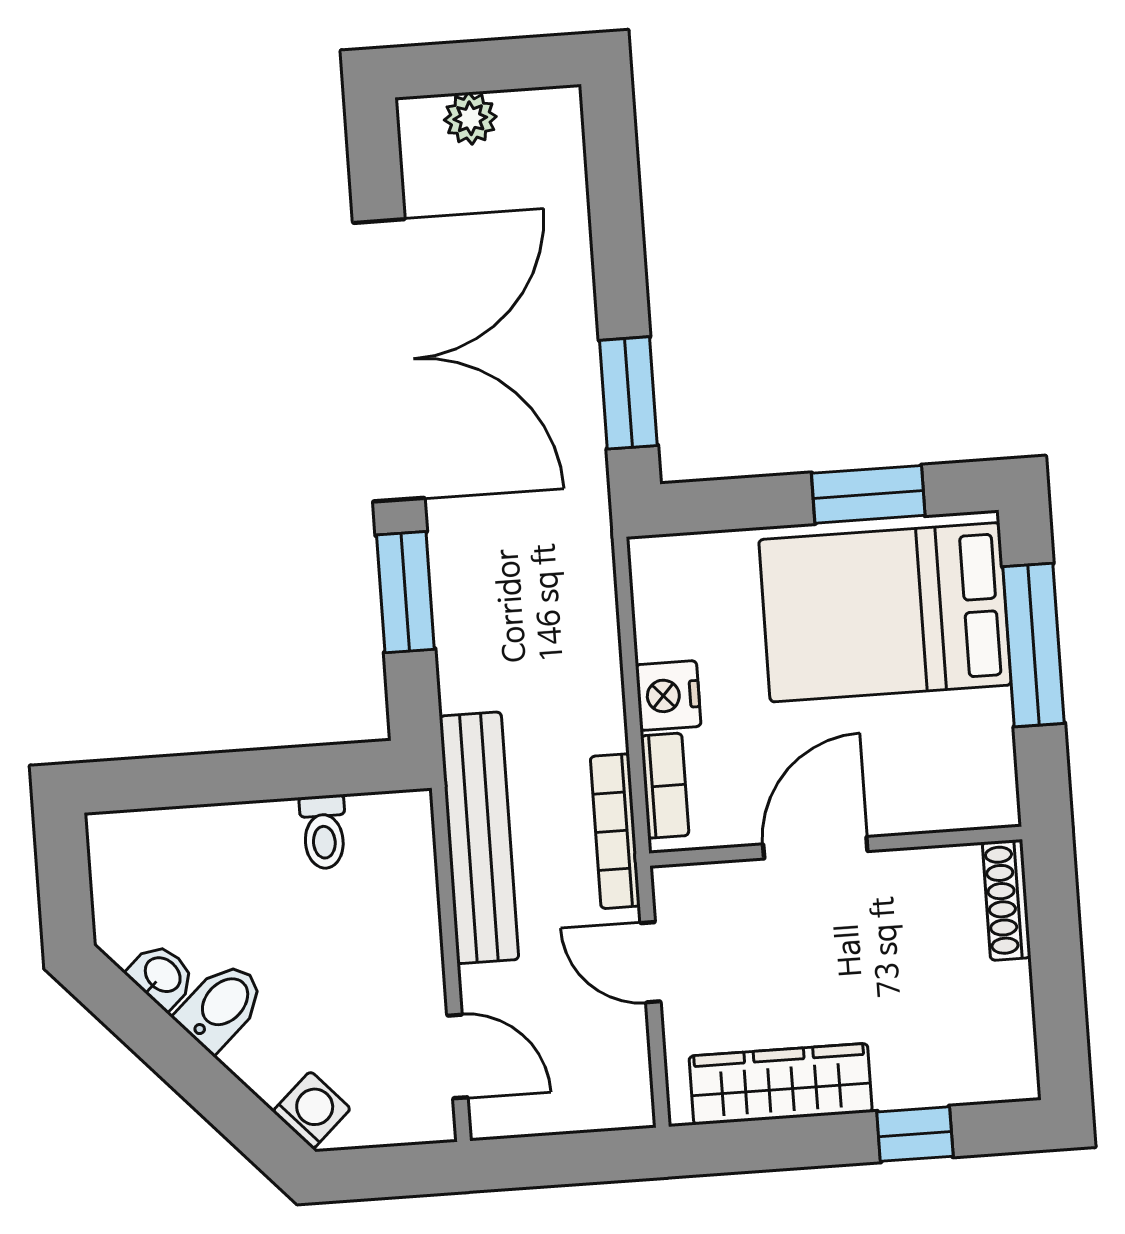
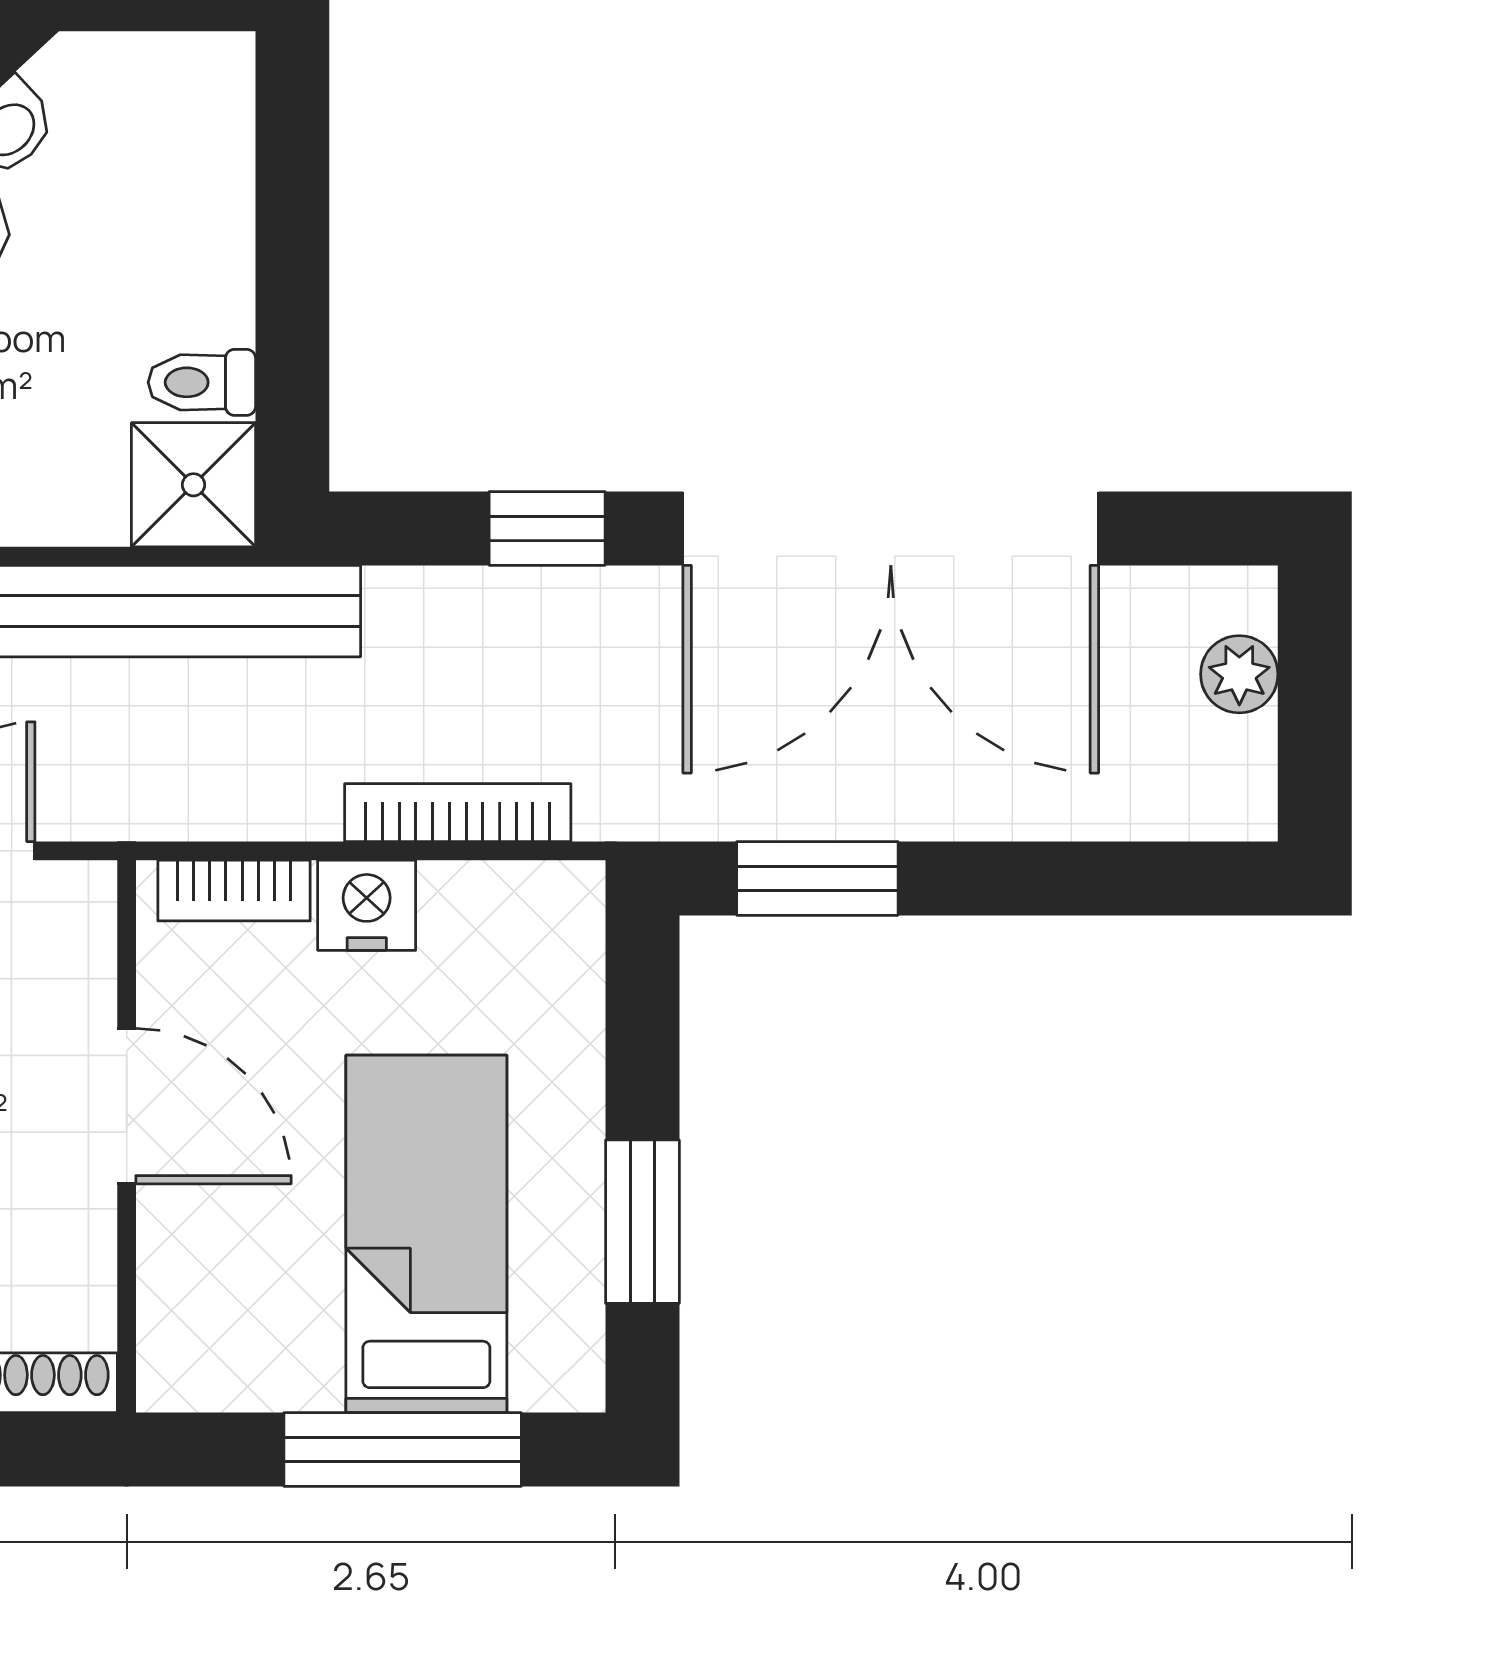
window: (405, 592) -> (547, 528), width x0.67
bed: (885, 612) -> (426, 1234), width x0.67
bookcase: (615, 831) -> (458, 813), moved
shower: (393, 833) -> (193, 485), added

